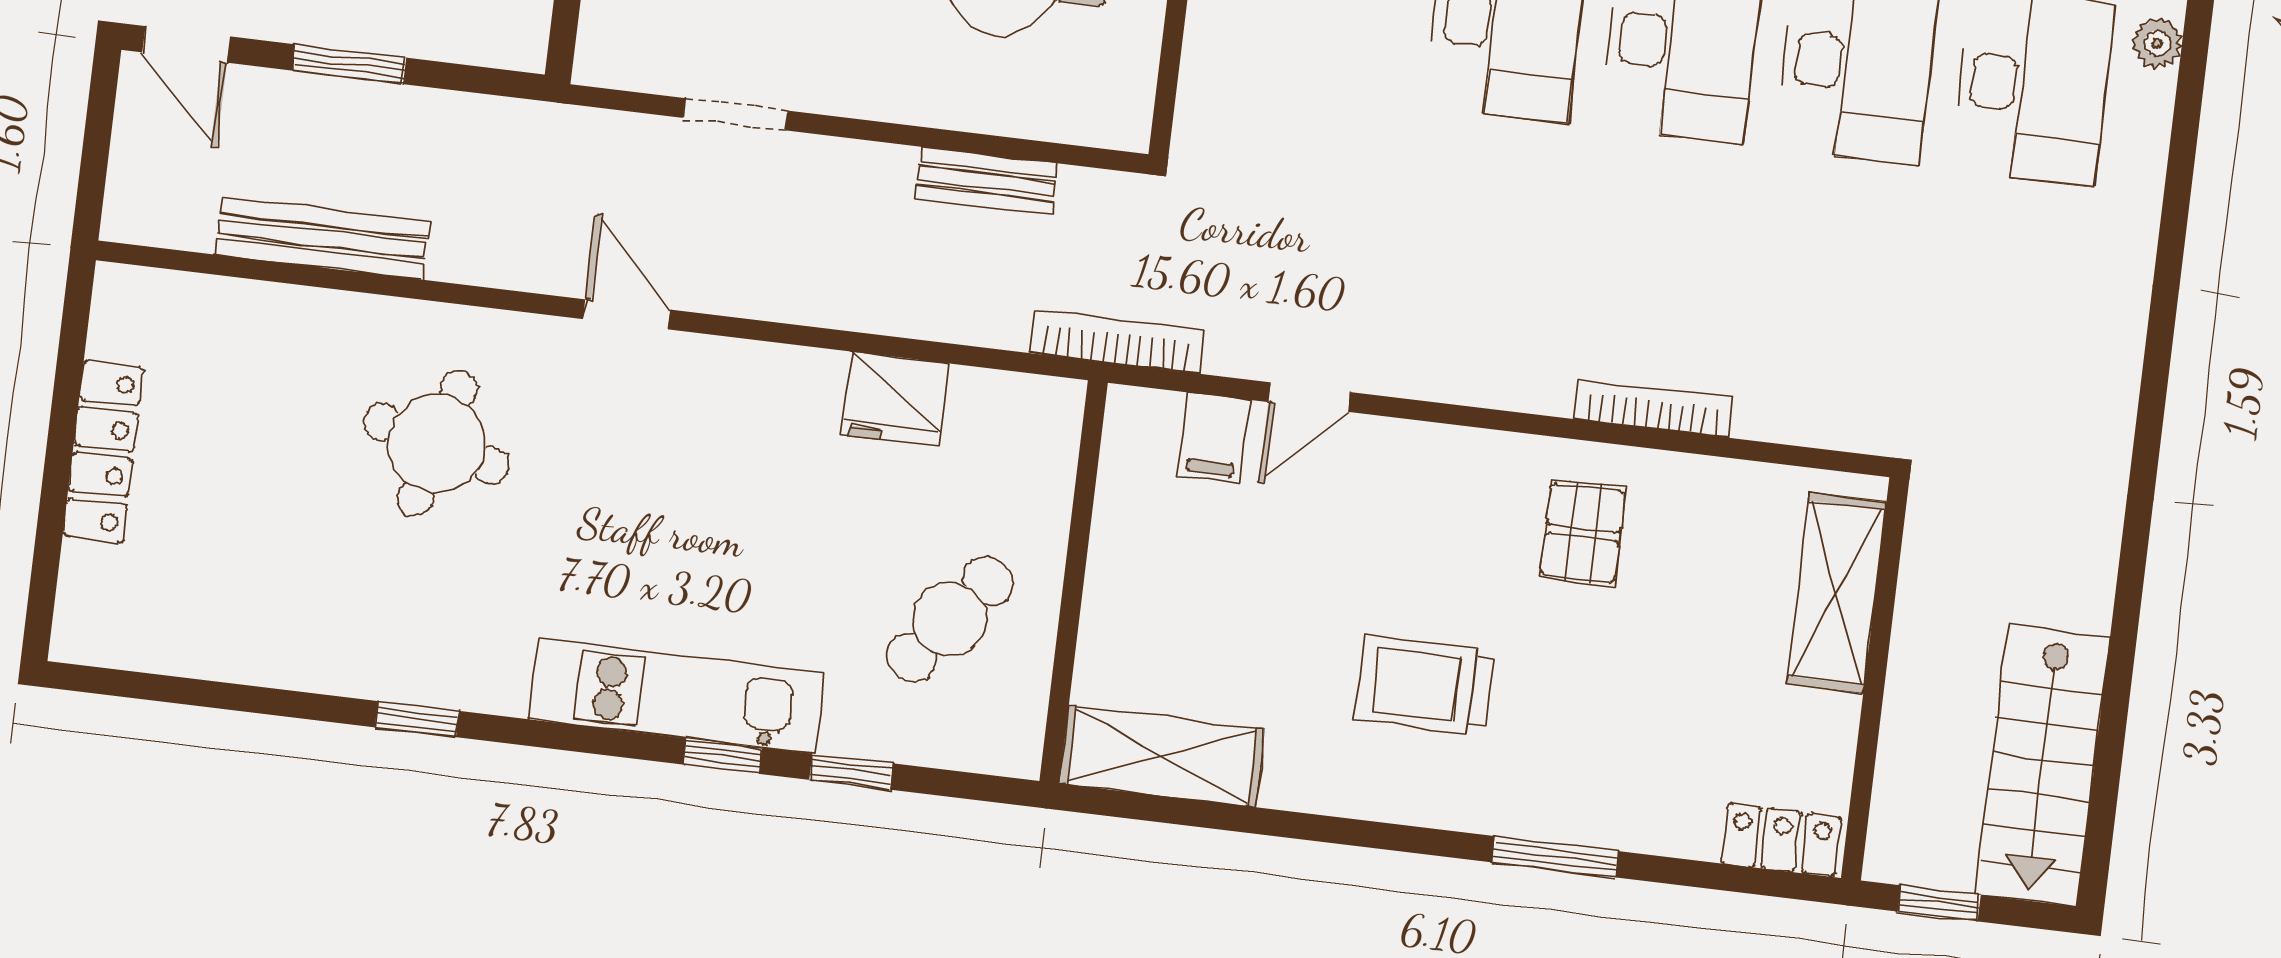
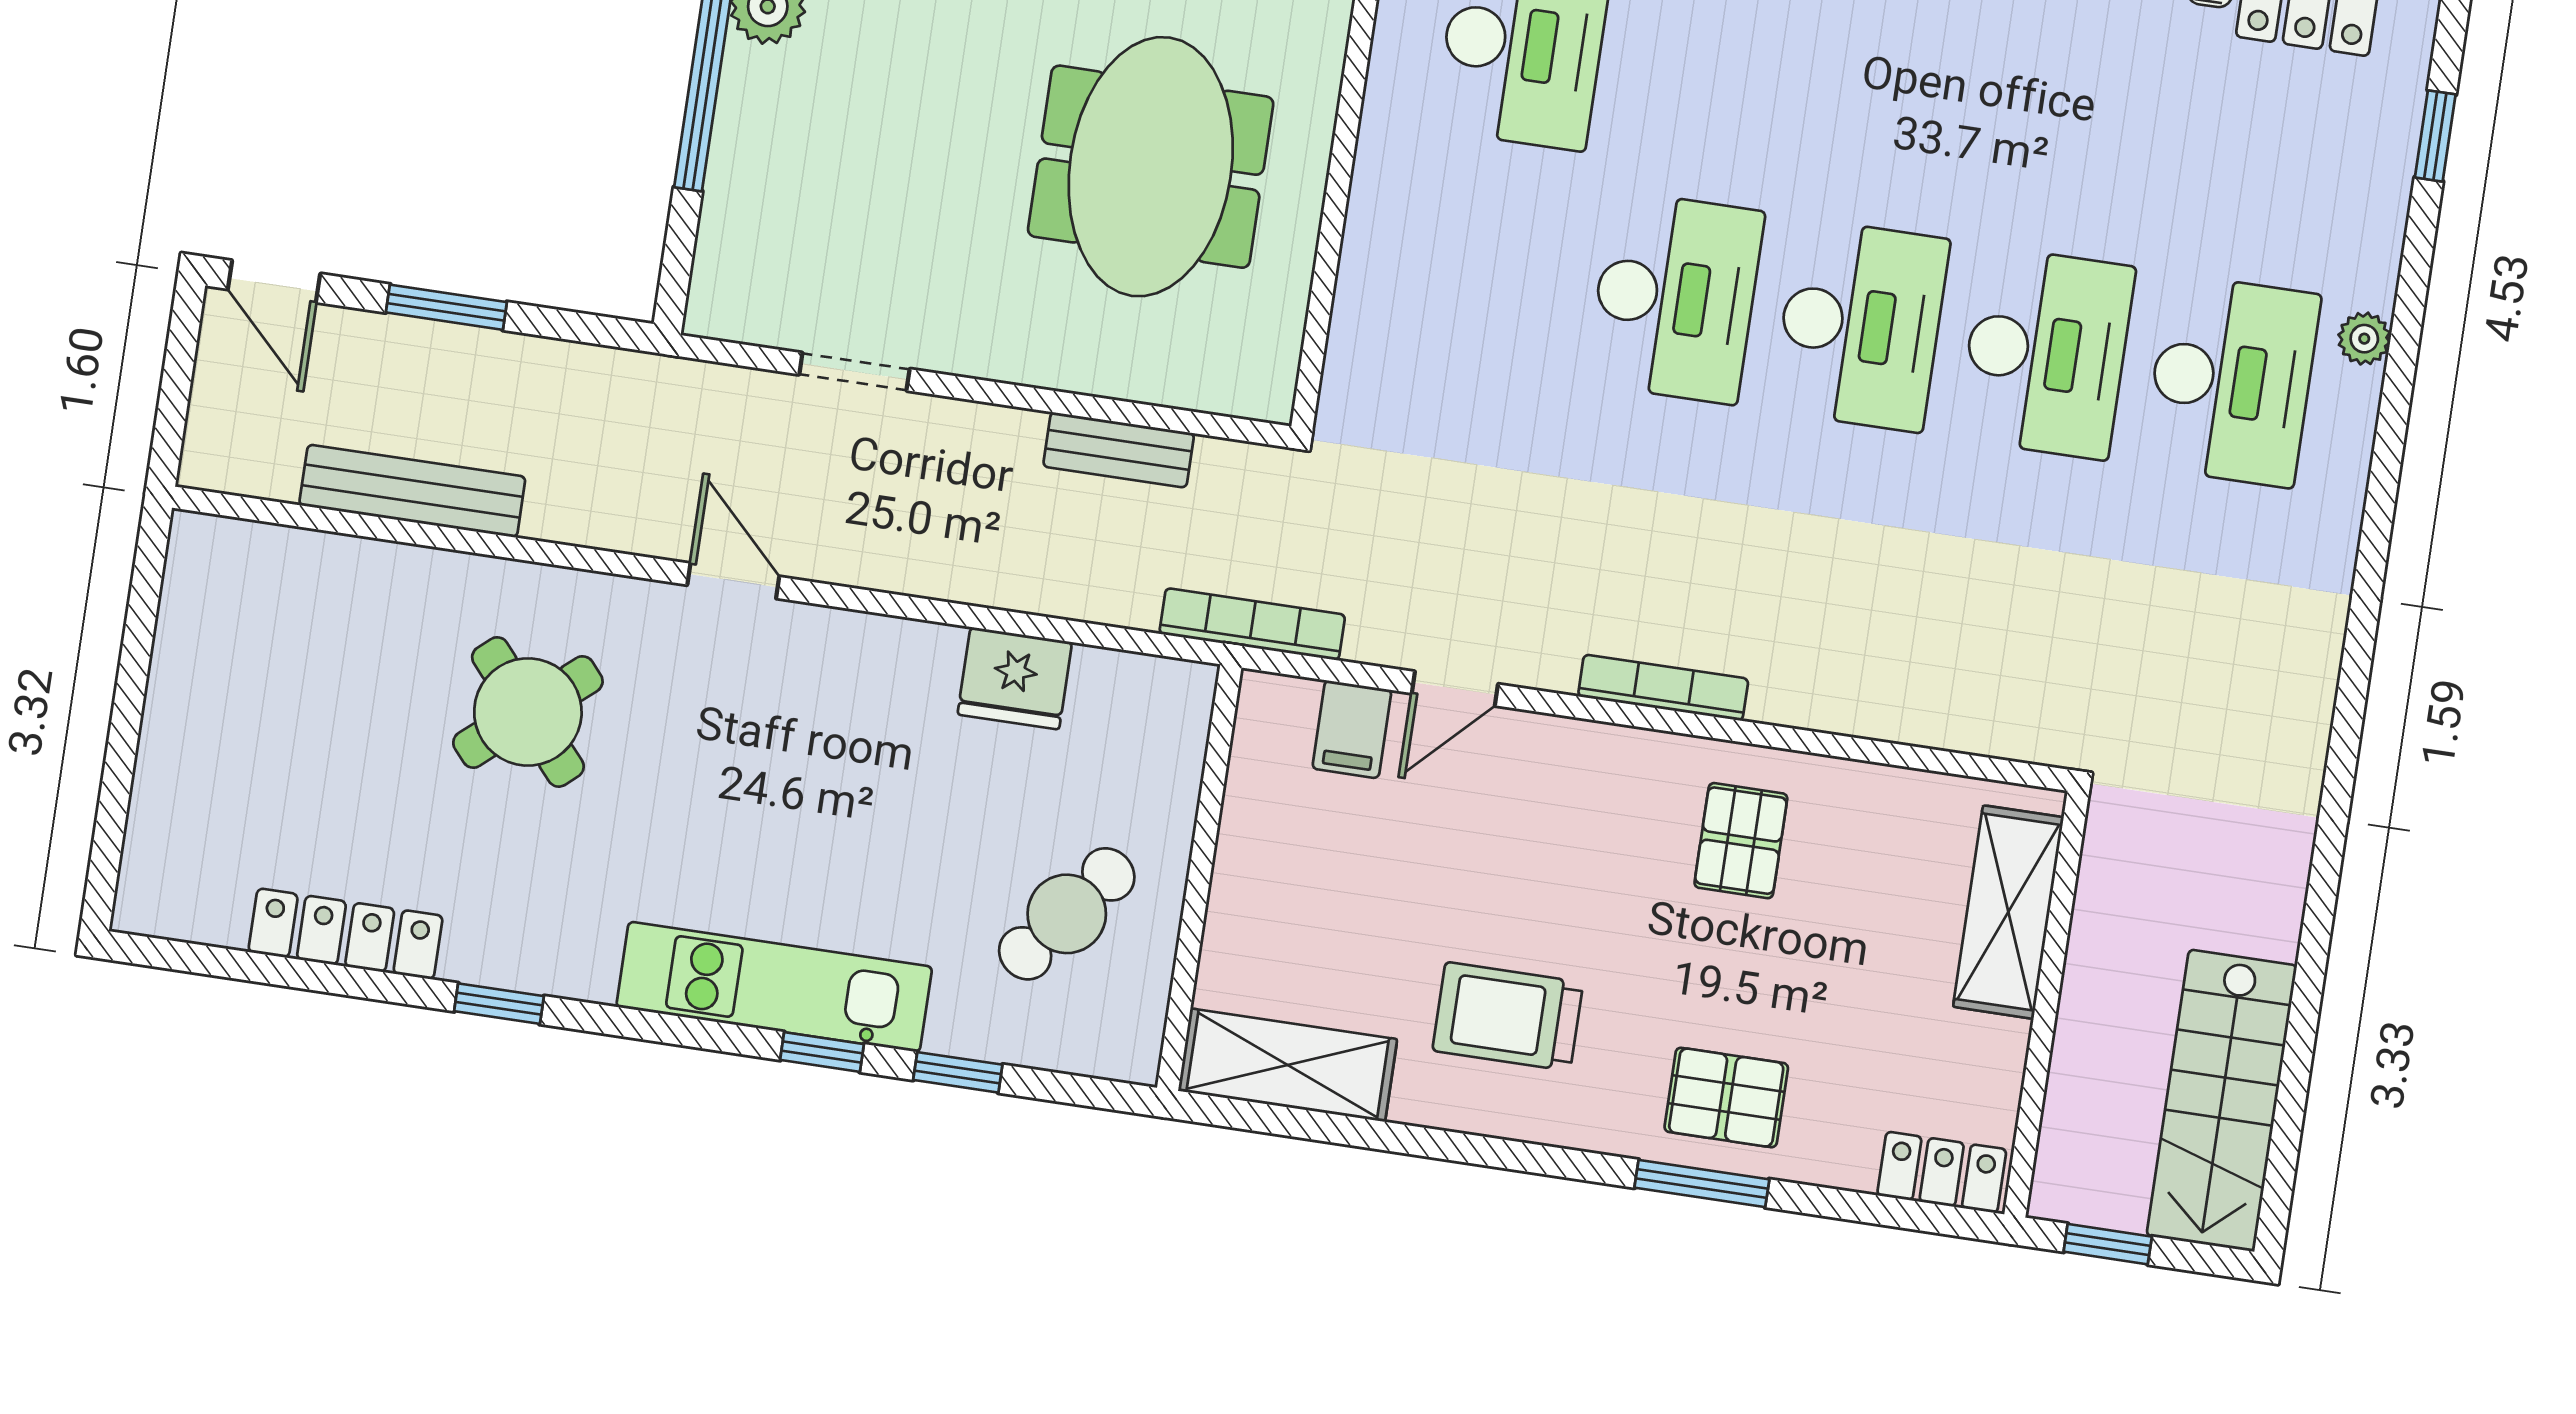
bookcase: (1654, 408) -> (1663, 688), moved
round table: (437, 443) -> (528, 712), turned 34
locker: (103, 452) -> (346, 934), moved, turned -90
trolley: (1425, 685) -> (1508, 1017), moved
pallet: (1576, 775) -> (1726, 1098), added

